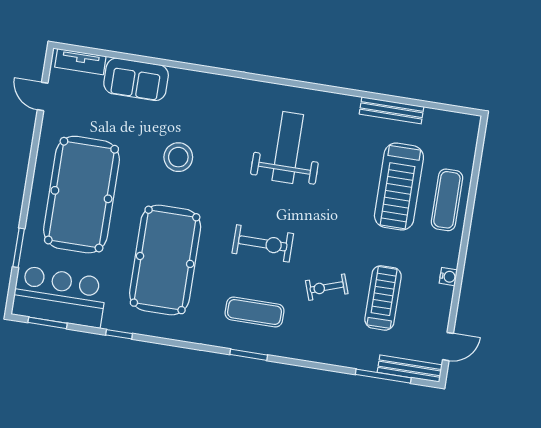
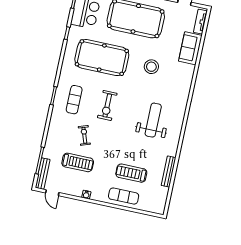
weight bench: (288, 148) -> (153, 120), turned -90
treadmill: (399, 186) -> (131, 173), width x0.73, depth x0.73

